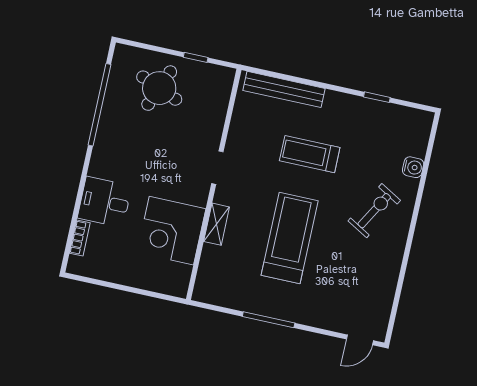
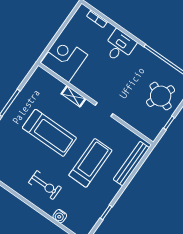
treadmill: (310, 154) -> (90, 163), width x1.37, depth x1.38
desk: (105, 202) -> (119, 46), moved
exercise bike: (374, 211) -> (45, 185), turned -30
corner desk: (171, 231) -> (64, 59), moved

